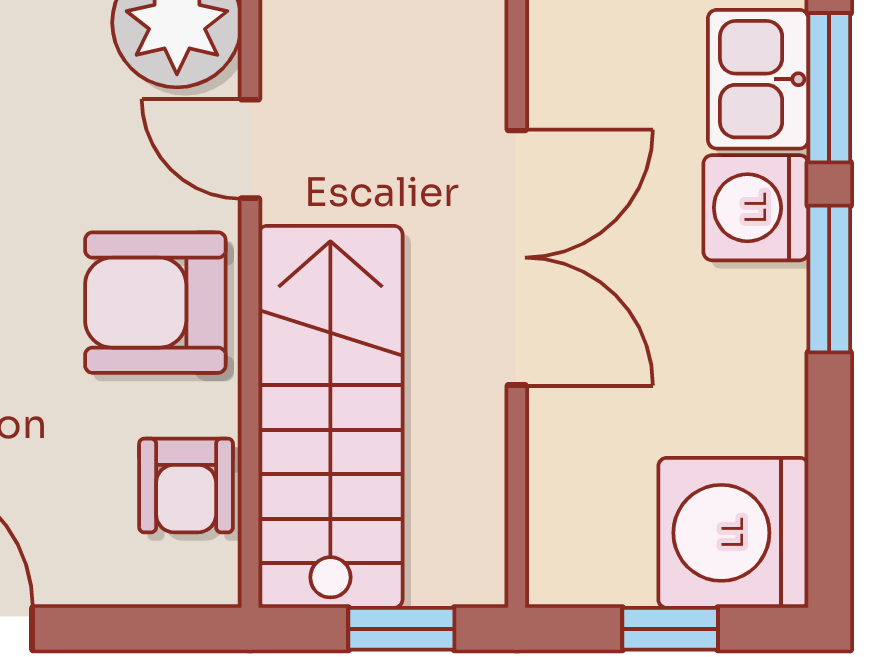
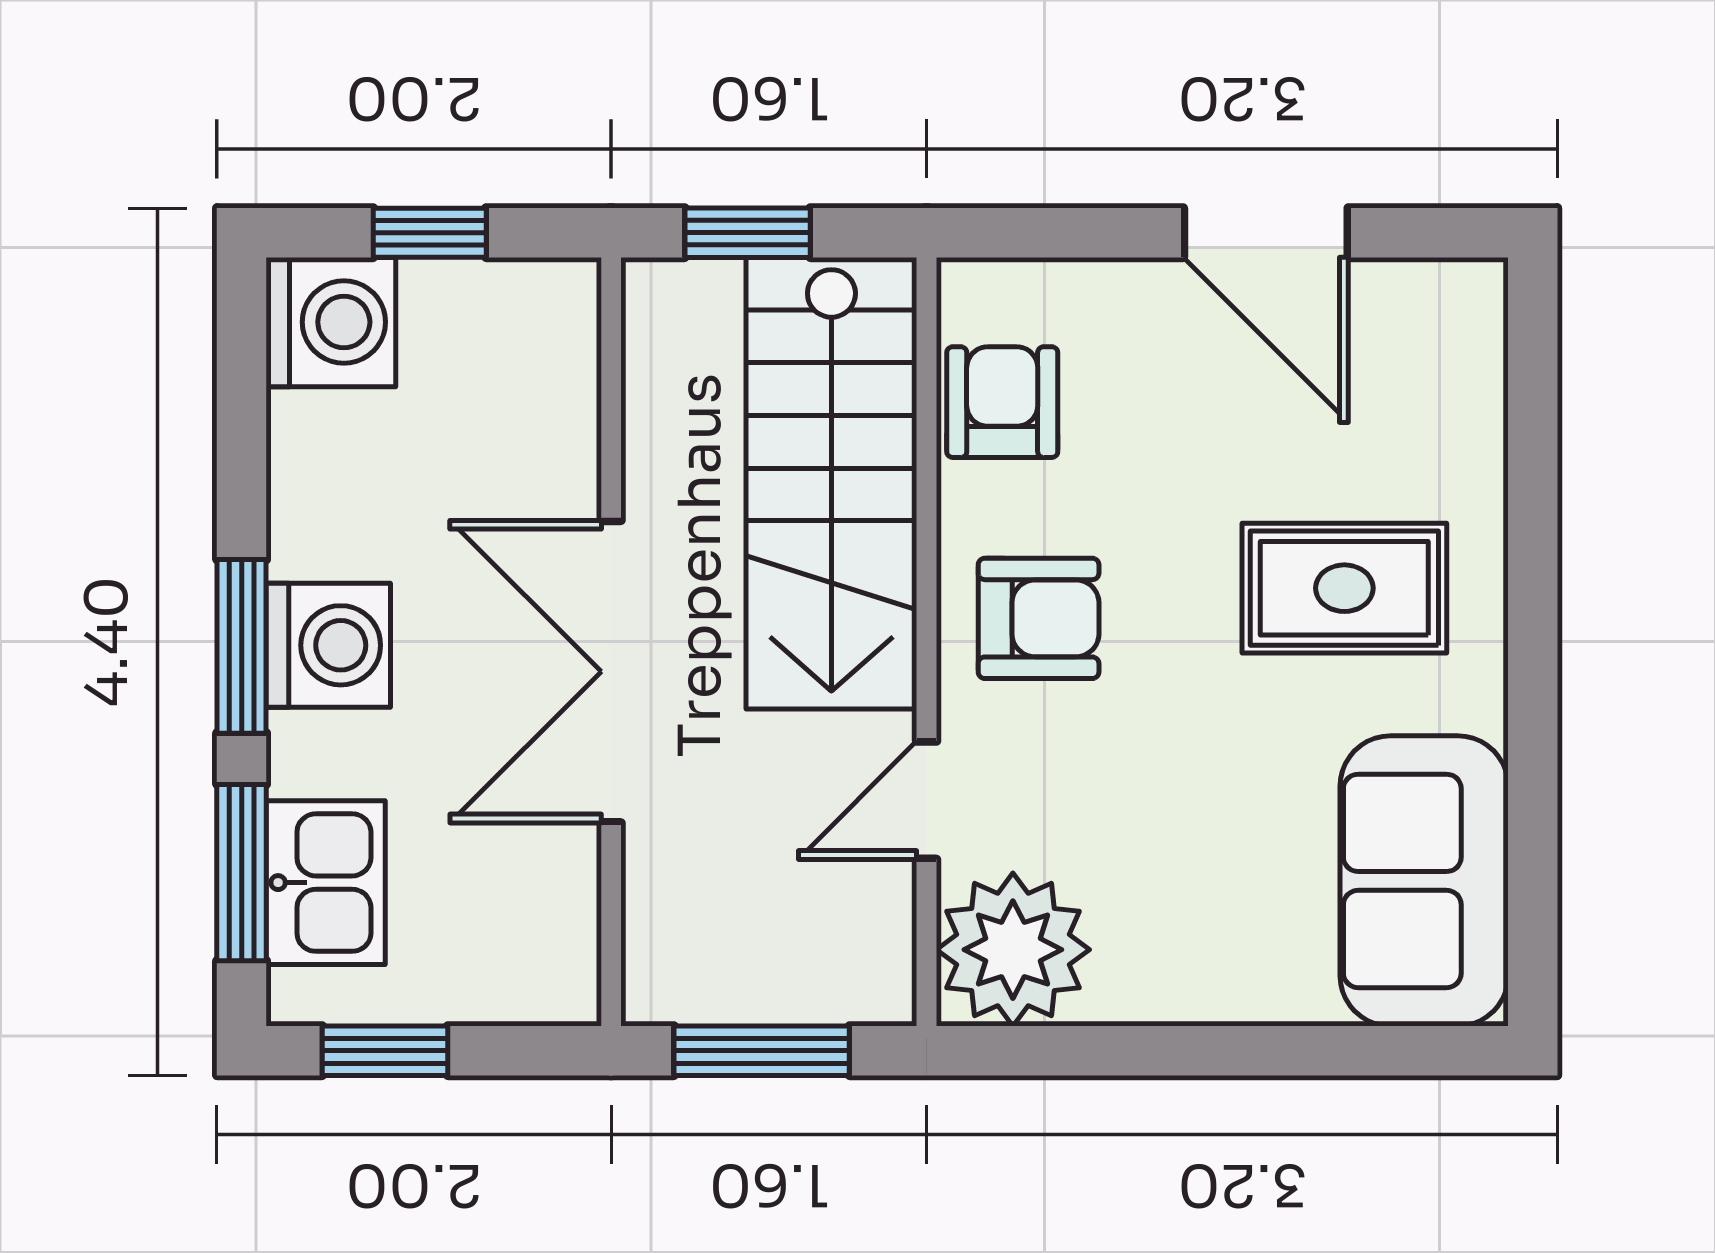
door: (250, 149) -> (927, 800), swing flipped
washing machine: (756, 208) -> (328, 645), moved
armchair: (155, 303) -> (1039, 618), width x0.72, depth x0.72
washing machine: (733, 533) -> (331, 322), width x0.73, depth x0.73

